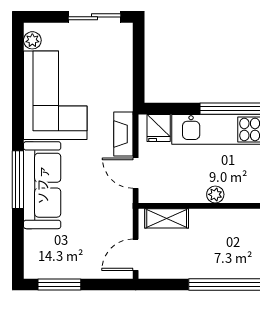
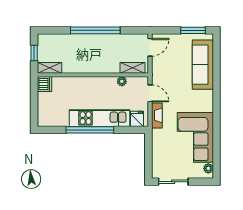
window: (18, 180) -> (217, 90), removed
sofa: (42, 185) -> (203, 65), moved
plant: (215, 194) -> (122, 81), moved

